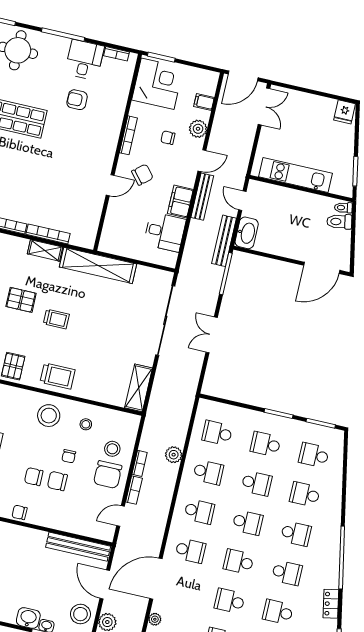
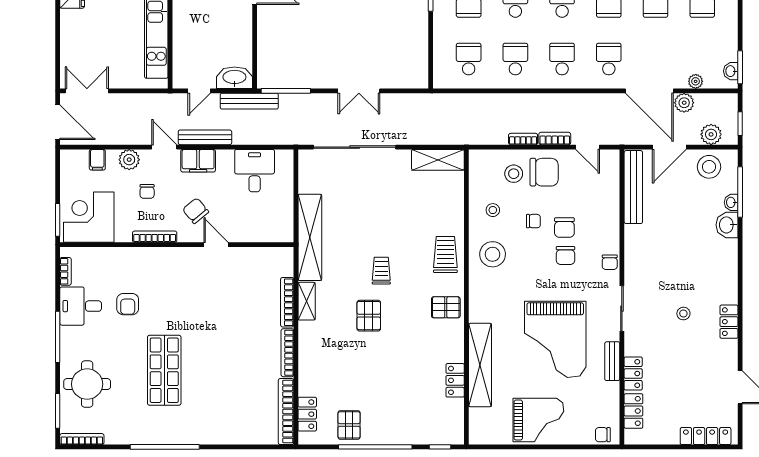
filing cabinet: (180, 201) -> (198, 161), moved
school desk: (217, 433) -> (469, 59), turned 180
plant: (174, 455) -> (684, 103), moved

